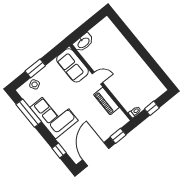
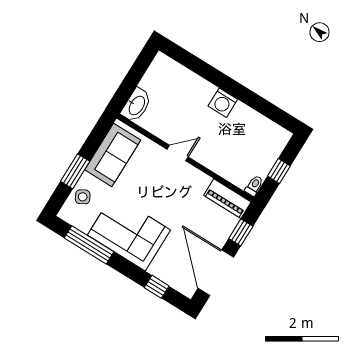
washing machine: (133, 58) -> (223, 103), added
sofa: (72, 65) -> (113, 155), moved, turned -90
piano: (106, 101) -> (227, 199), moved

